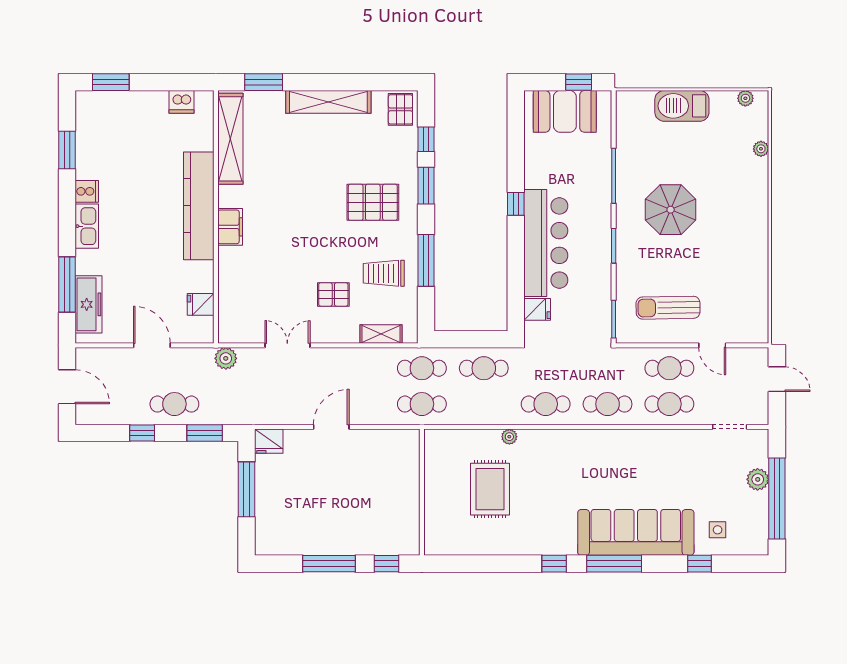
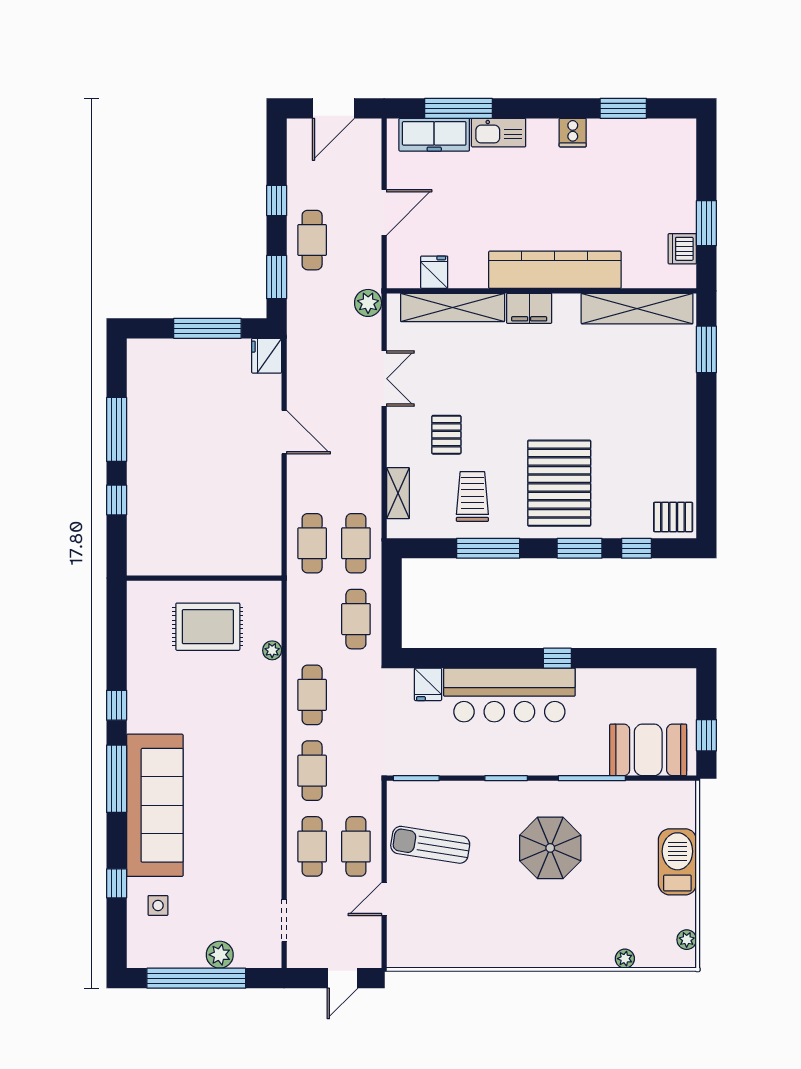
window: (111, 82) -> (706, 223), moved
shelving: (328, 102) -> (453, 307), moved, turned 90
booth: (565, 111) -> (648, 750), moved, turned 90
pallet: (373, 202) -> (559, 483), width x1.37, depth x1.41
kitchen sink: (87, 226) -> (499, 133), moved
sun lounger: (668, 308) -> (430, 845), turned -80
wall: (422, 492) -> (204, 578), moved

